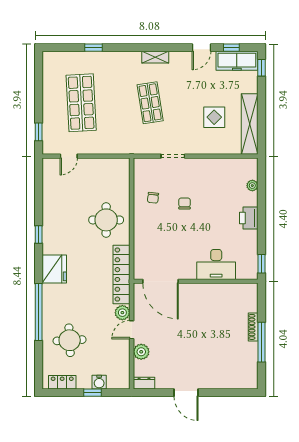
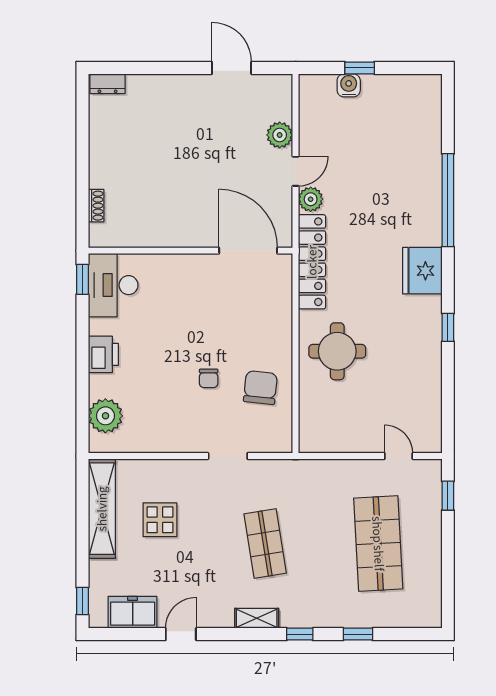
window: (231, 48) -> (300, 634), moved
freezer: (237, 61) -> (133, 612), width x0.71
door: (69, 156) -> (399, 456), hinge flipped
plant: (252, 186) -> (105, 416), width x1.88, depth x1.88
chair: (153, 198) -> (260, 388), width x1.87, depth x1.87
desk: (216, 264) -> (113, 285), moved, turned -90
shoe rack: (253, 327) -> (96, 206), moved, width x0.70
round table: (70, 340) -> (397, 154), removed
window: (261, 342) -> (82, 151), removed
locker: (62, 382) -> (409, 85), removed
dresser: (144, 383) -> (108, 84), moved
door: (186, 393) -> (232, 68), moved

